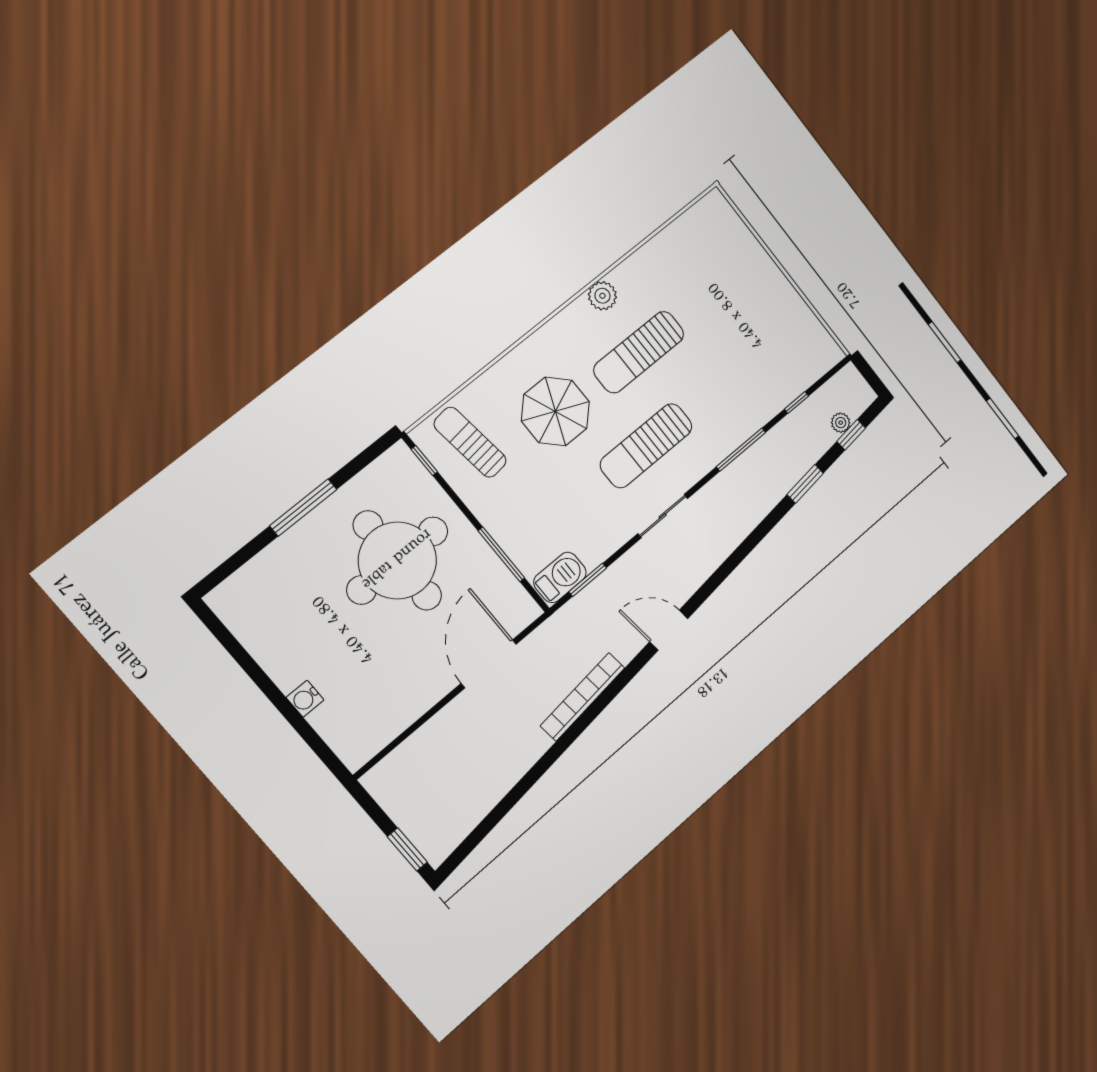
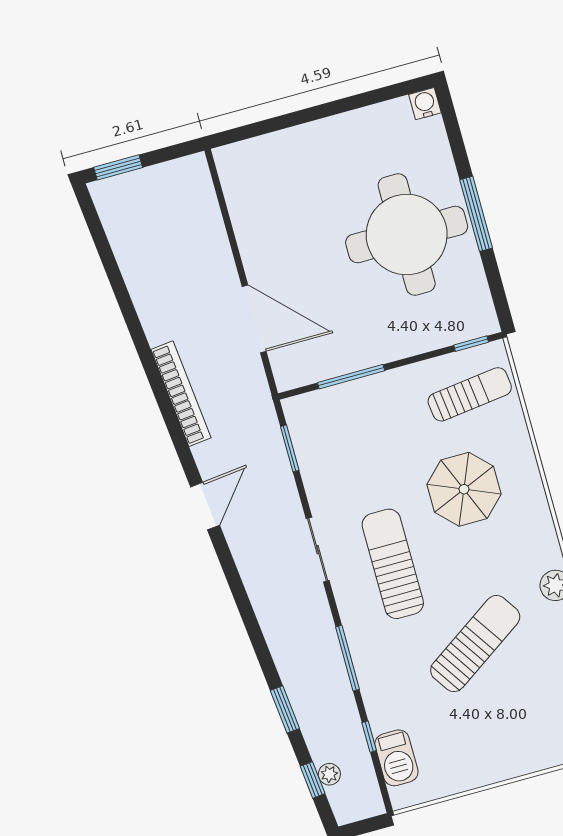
sun lounger: (639, 352) -> (475, 644), moved, turned 56
round table: (397, 560) -> (407, 235), moved
barbecue: (560, 577) -> (396, 758), moved
water cooler: (305, 699) -> (425, 104), moved

